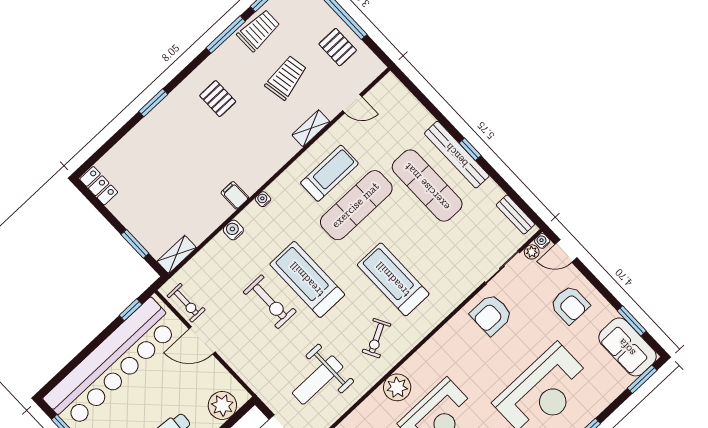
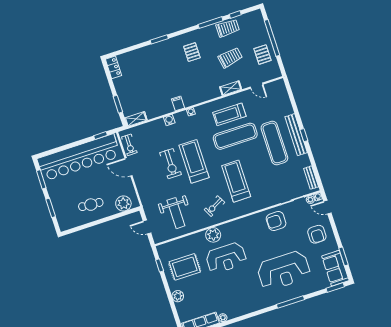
treadmill: (329, 173) -> (229, 114), turned 180
weight bench: (318, 380) -> (176, 213), turned -90

